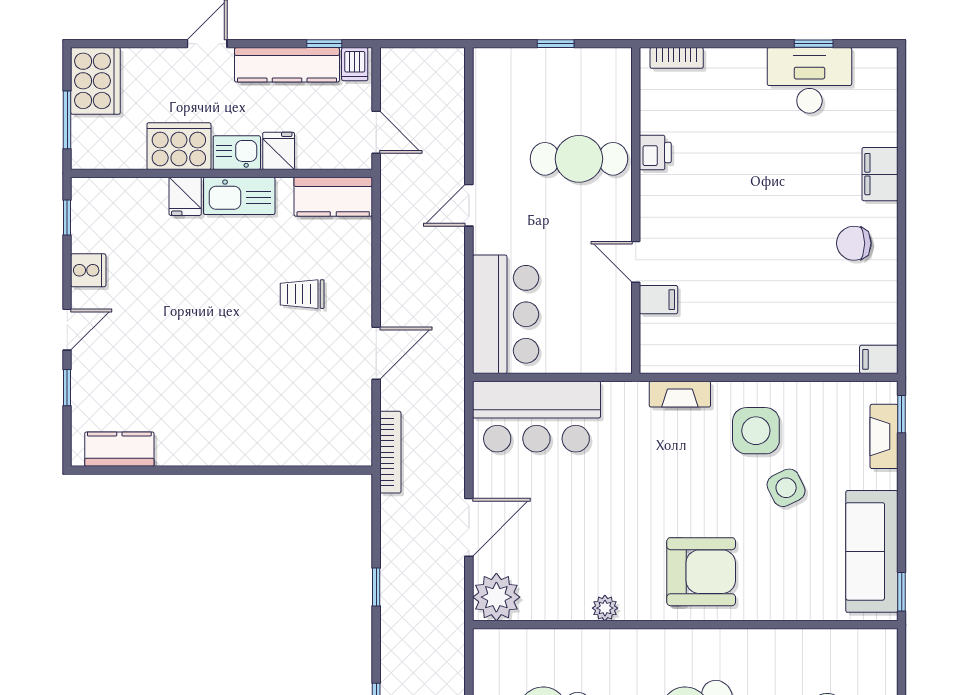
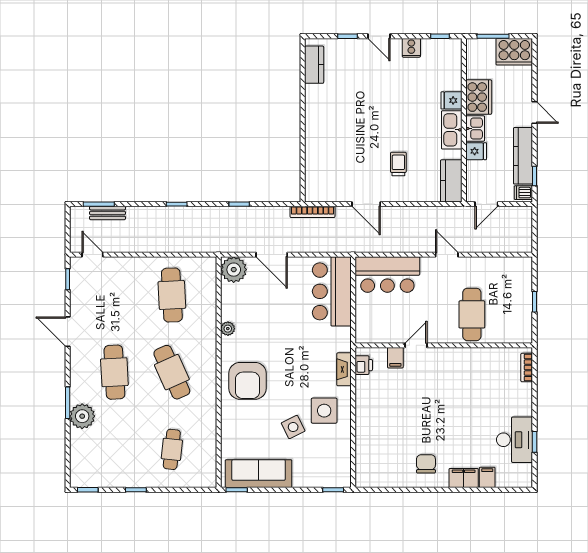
printer: (655, 152) -> (364, 365), moved, turned -90
filing cabinet: (879, 359) -> (487, 477), moved
fireplace: (884, 436) -> (321, 480), removed

